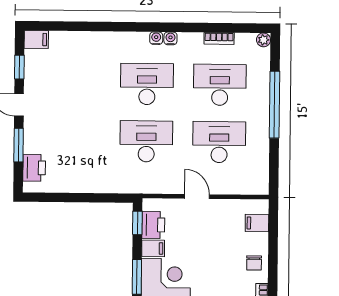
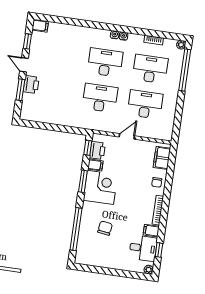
window: (274, 105) -> (185, 70), moved
printer: (34, 168) -> (31, 85), moved
door: (197, 196) -> (127, 136), hinge flipped
filing cabinet: (257, 223) -> (162, 158), width x2.00

